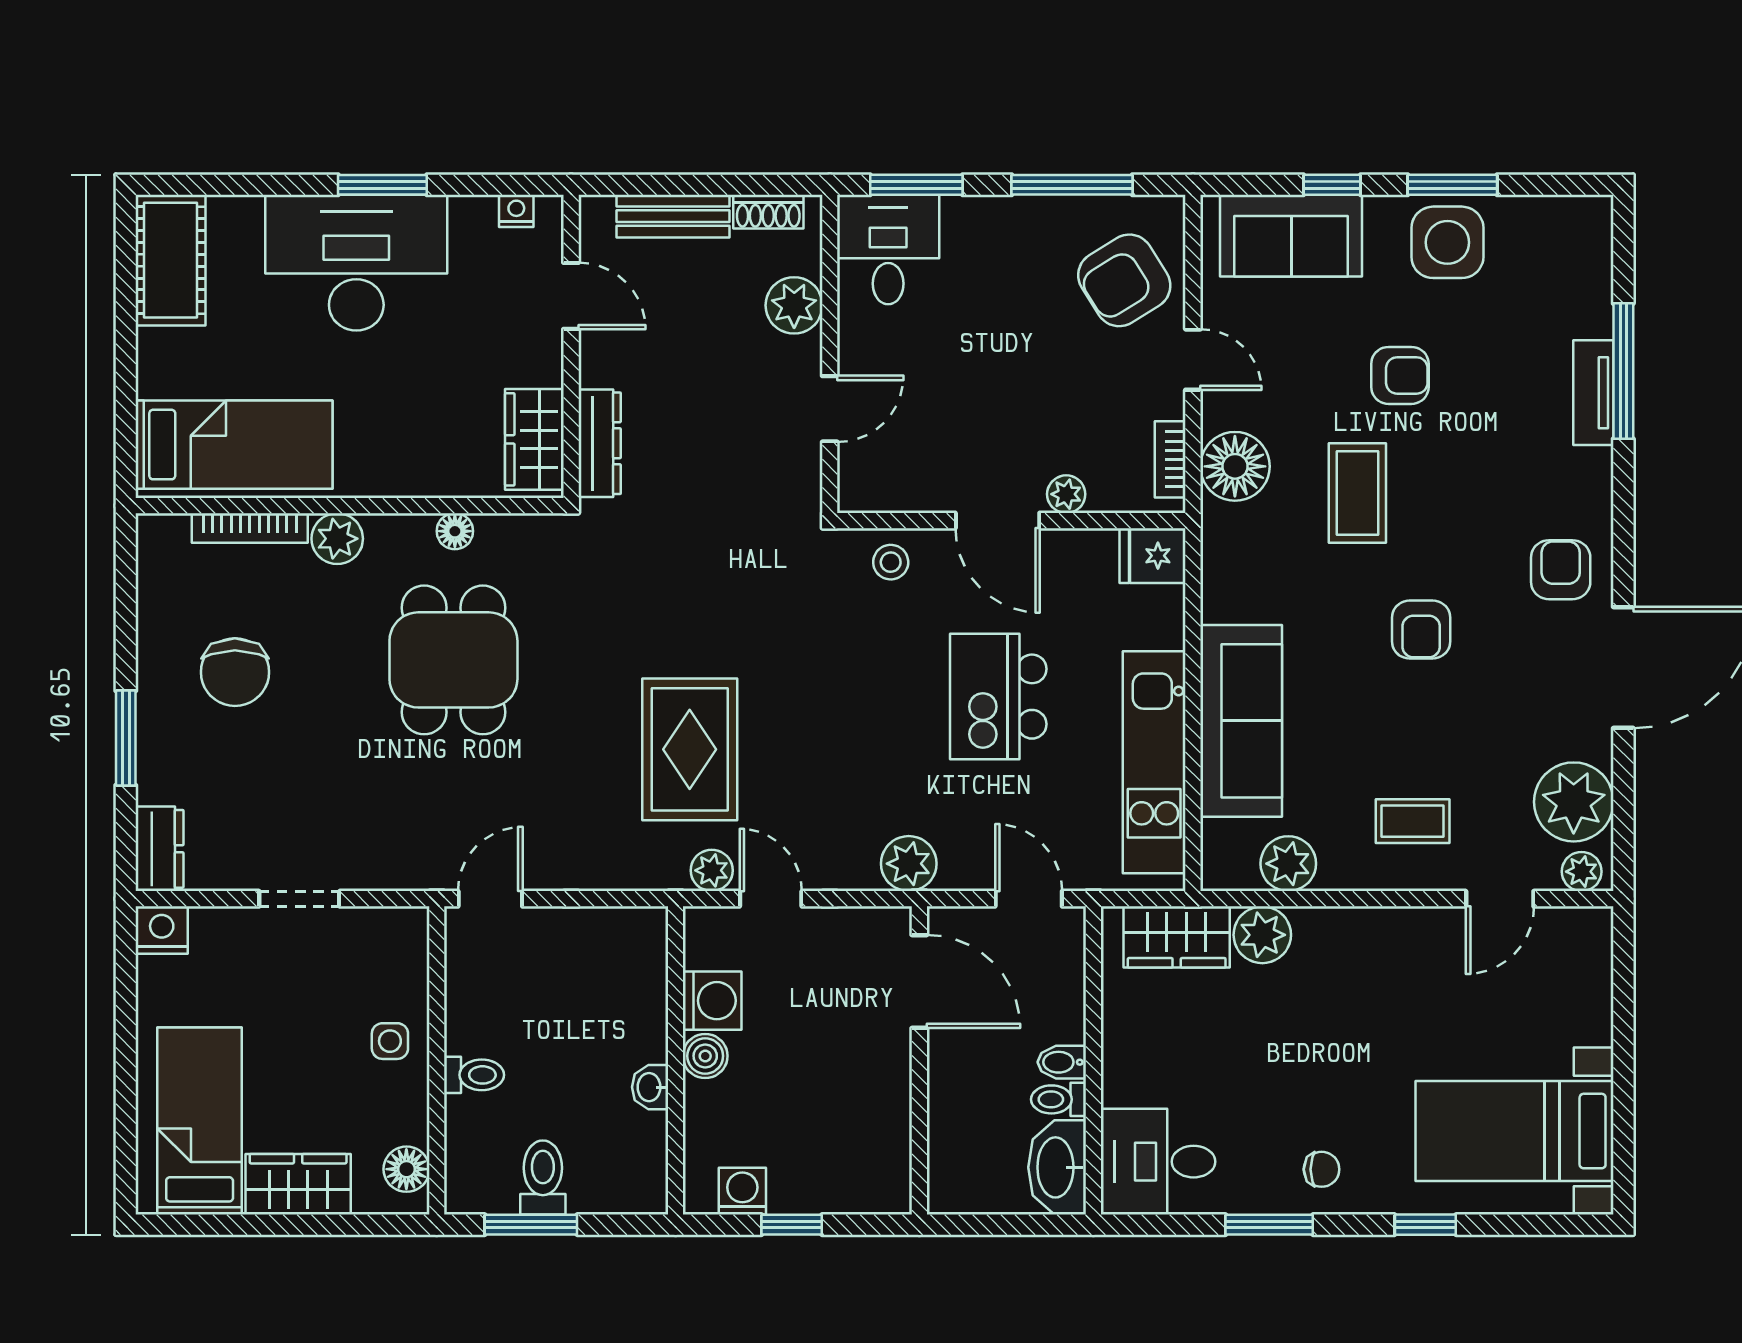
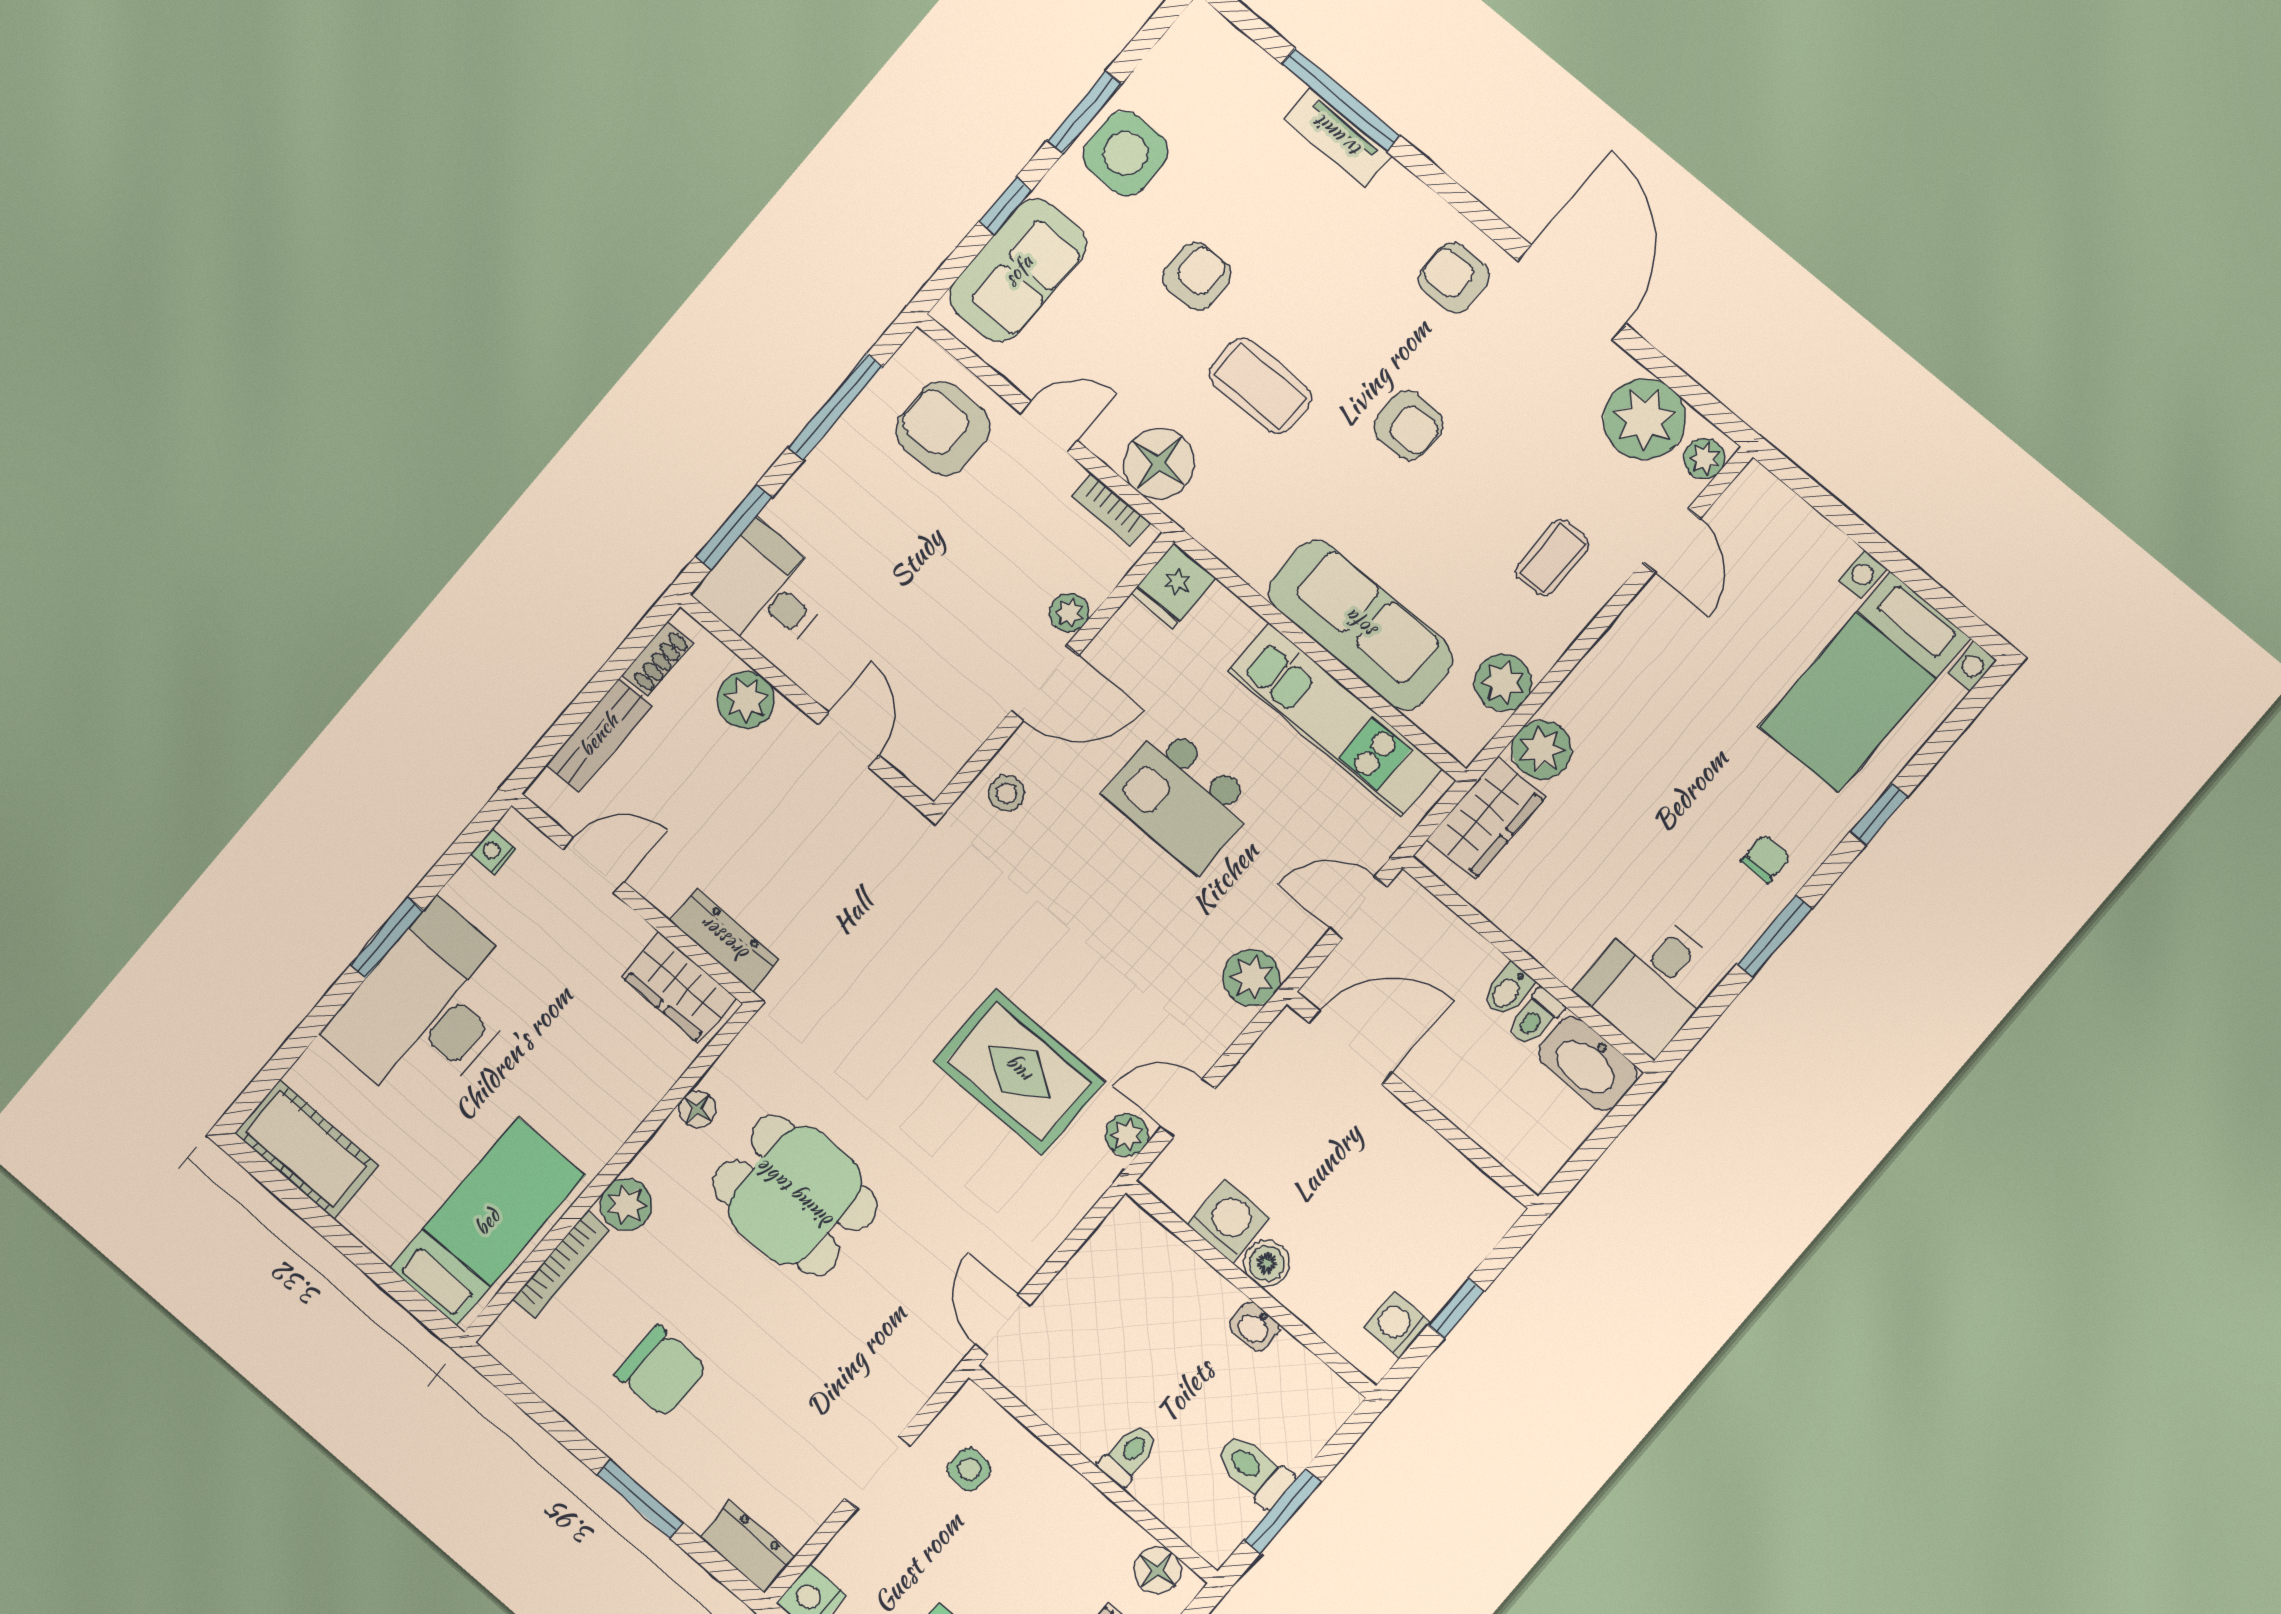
armchair: (1124, 280) -> (943, 429), turned 122
side table: (390, 1041) -> (969, 1469), moved

